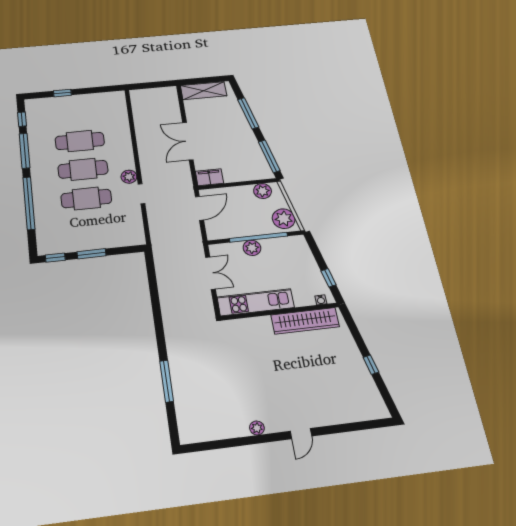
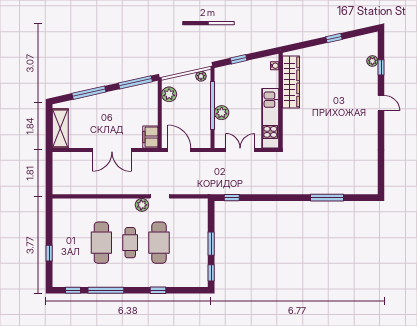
cafe table: (83, 169) -> (130, 243), width x0.73, depth x0.74
window: (29, 203) -> (158, 290), width x0.32
plant: (284, 219) -> (201, 76), width x0.53, depth x0.53
window: (151, 270) -> (232, 198), added
window: (329, 278) -> (239, 59), moved
plant: (257, 428) -> (372, 61), moved
window: (347, 428) -> (381, 67), added

